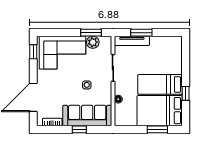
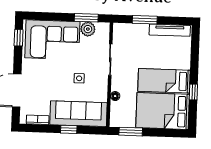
tv unit: (132, 41) -> (170, 30), moved
window: (157, 129) -> (131, 132), moved

